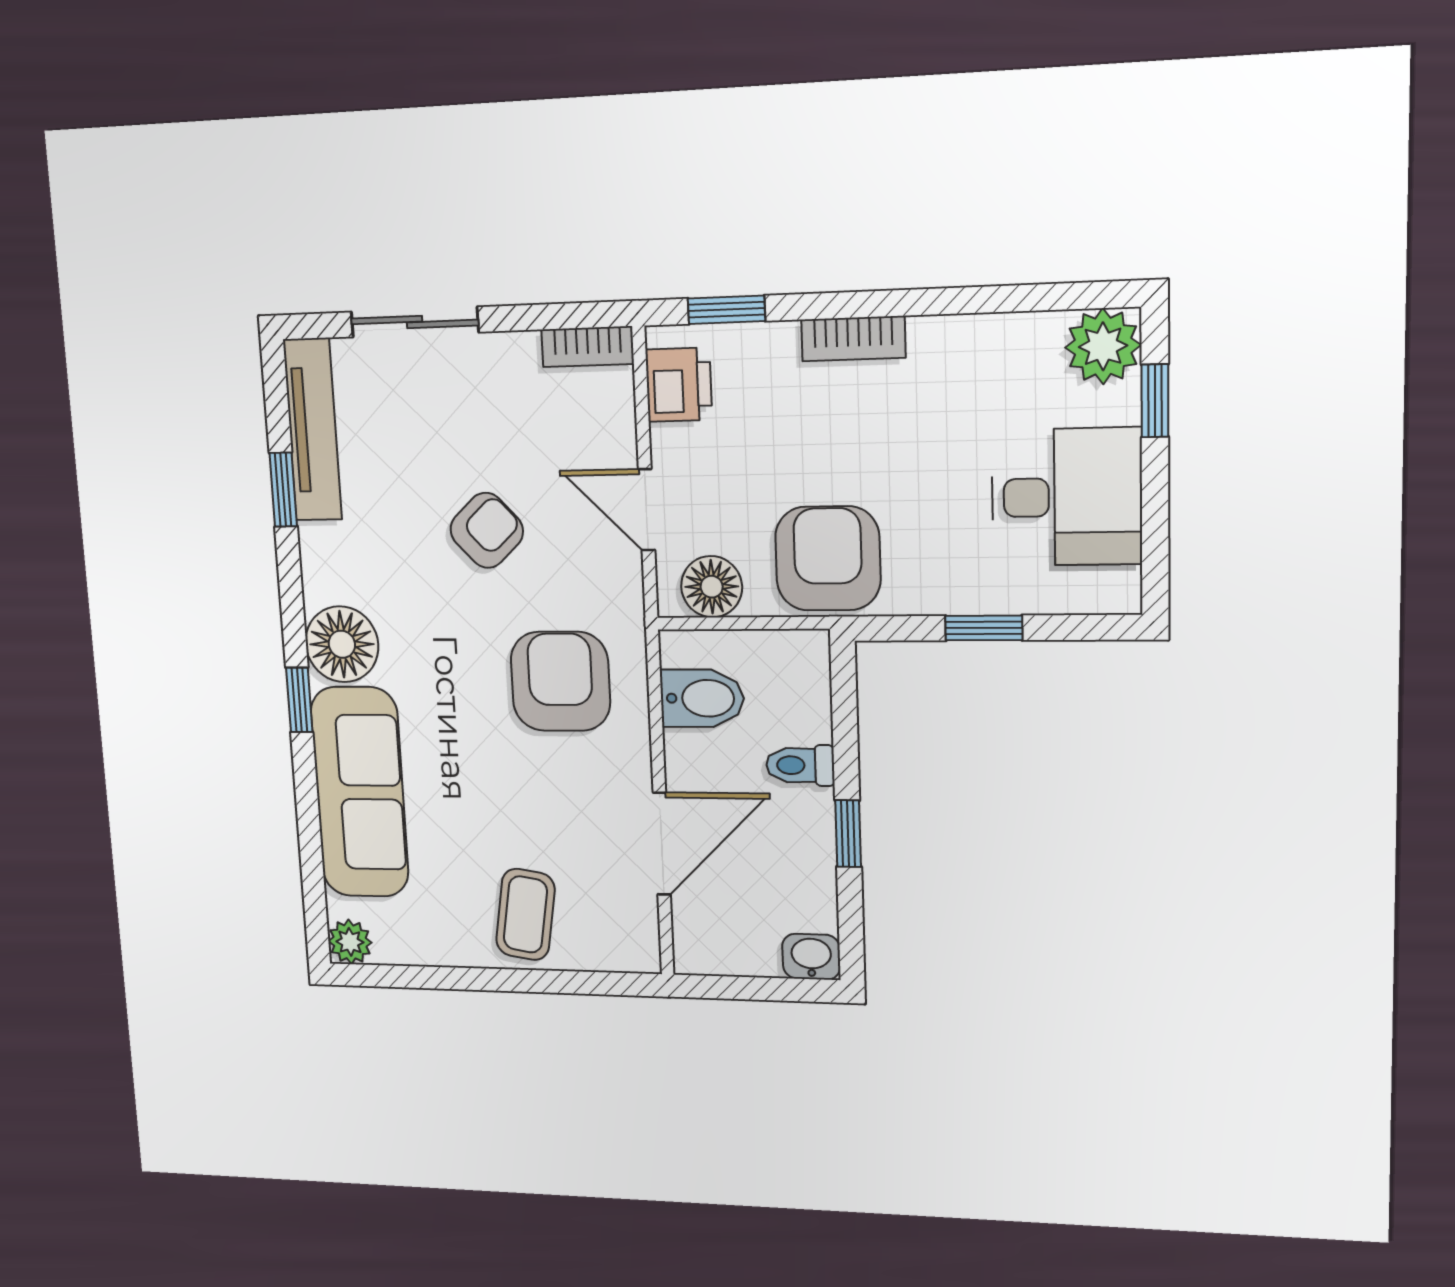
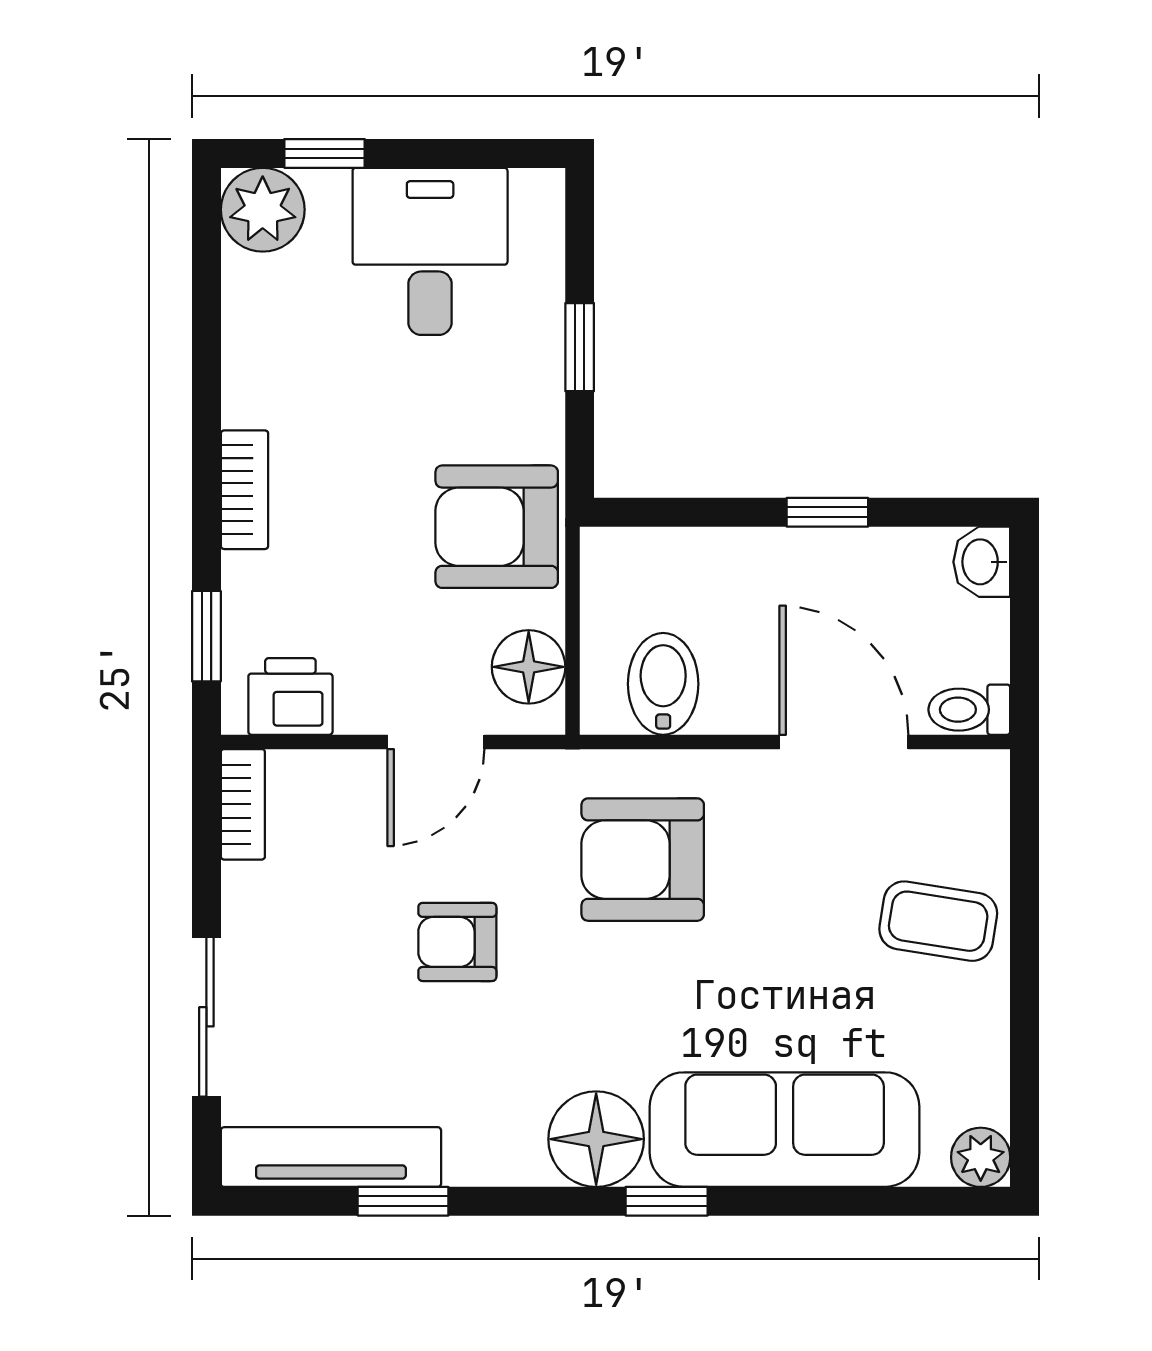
armchair: (487, 530) -> (457, 942), turned -47
toilet: (800, 765) -> (969, 710), moved, turned 90

